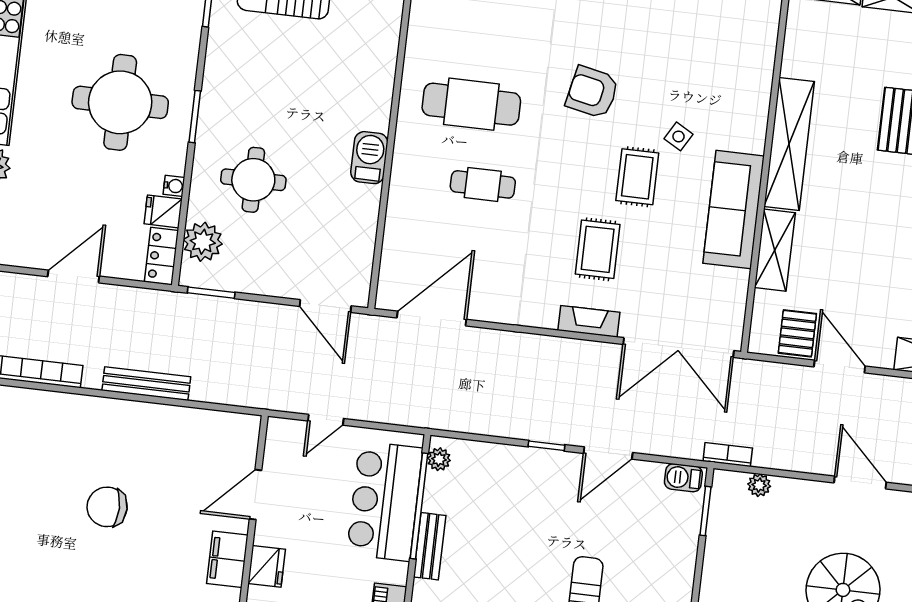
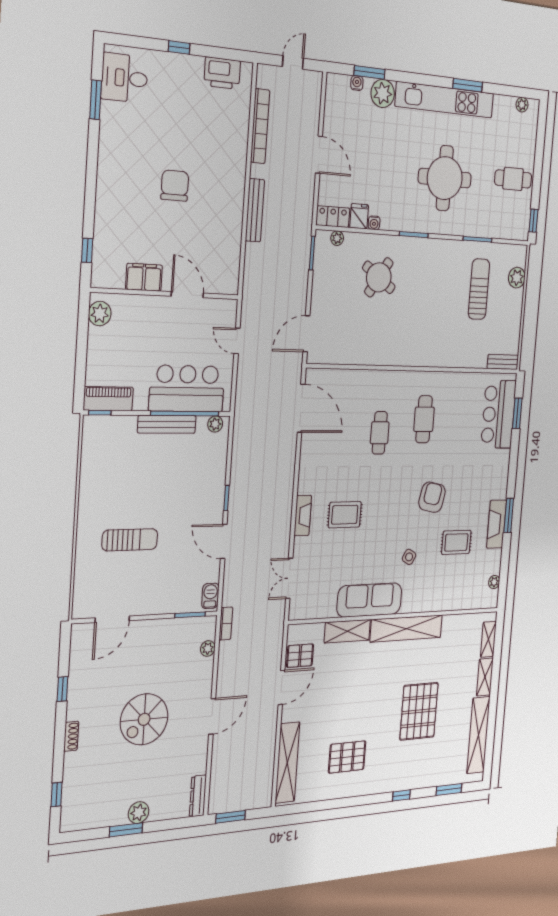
round table: (120, 102) -> (445, 178), moved
cafe table: (471, 104) -> (424, 419), width x0.73, depth x0.74
barbecue: (369, 158) -> (393, 355), removed
rug: (637, 177) -> (456, 542), moved
round table: (253, 180) -> (379, 277), turned 34
plant: (203, 242) -> (337, 238), width x0.53, depth x0.53
double door: (679, 348) -> (289, 578), width x0.54
bench: (430, 546) -> (167, 424), width x1.36
fridge: (267, 566) -> (141, 307), removed

